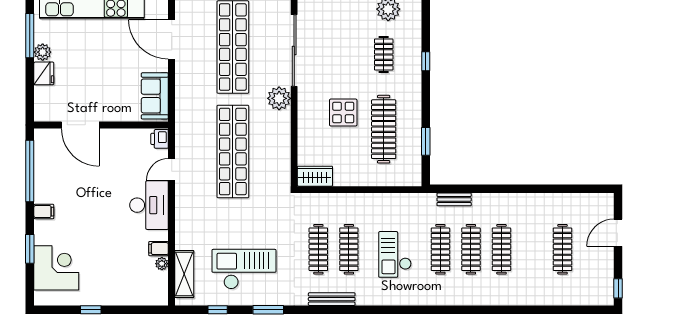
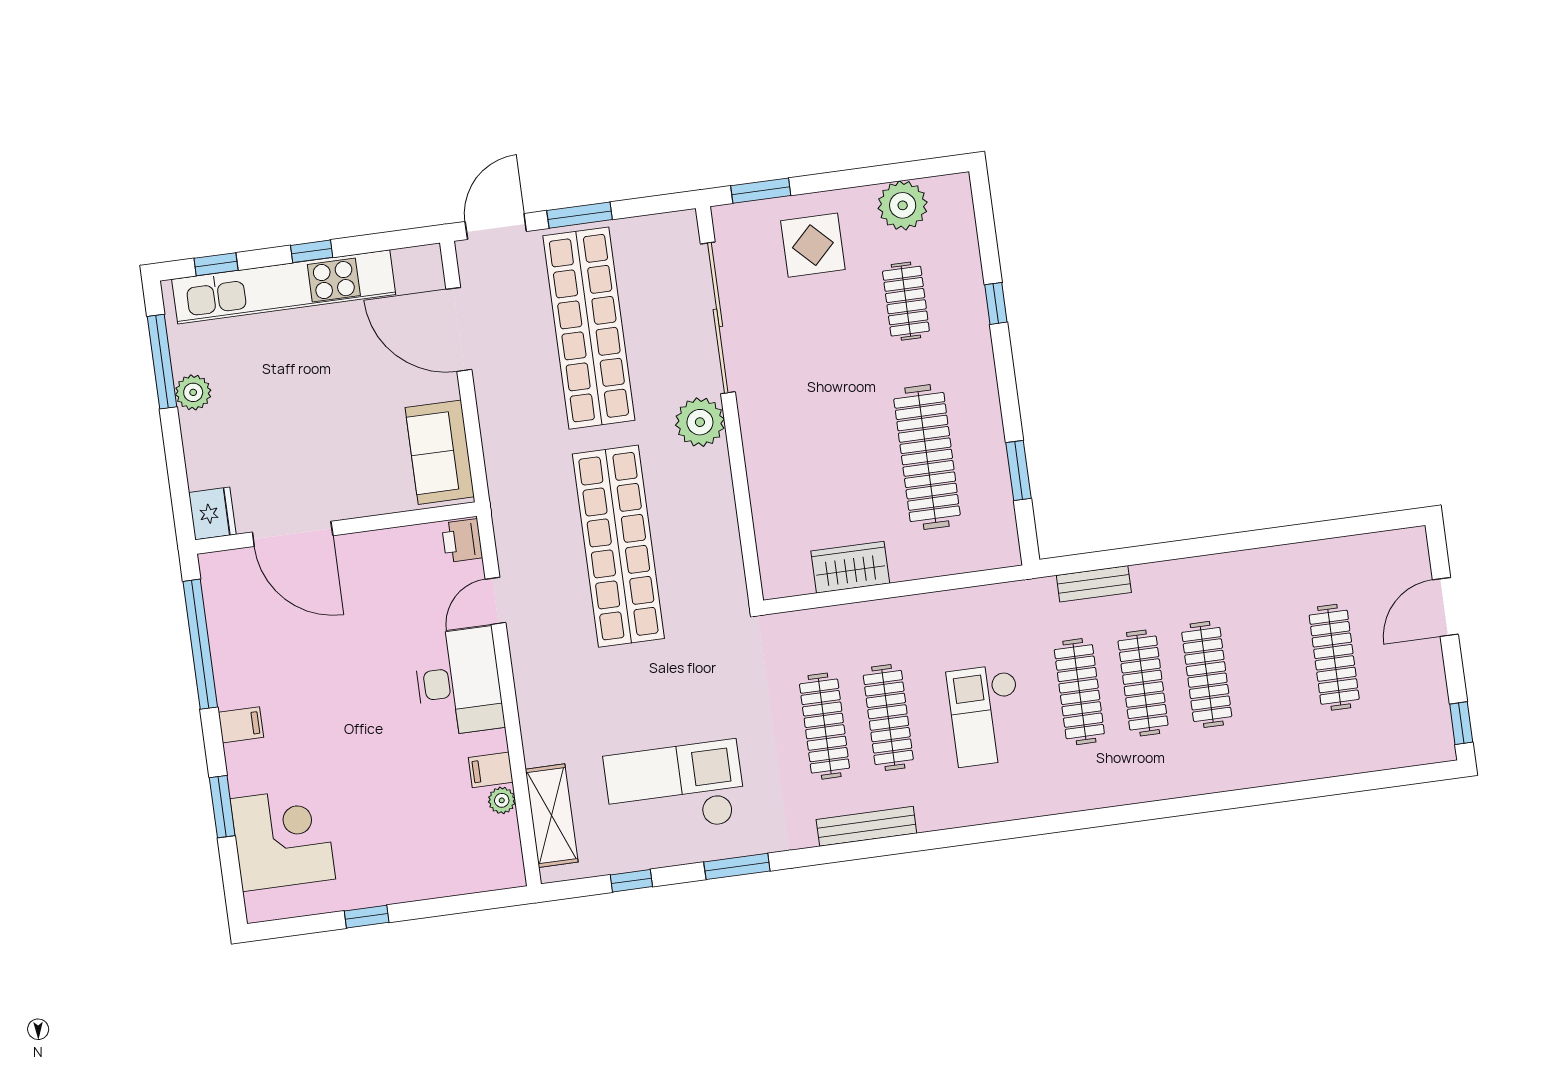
fridge: (44, 73) -> (212, 513), moved
display table: (343, 113) -> (813, 245), moved
wardrobe: (315, 176) -> (850, 567), moved

